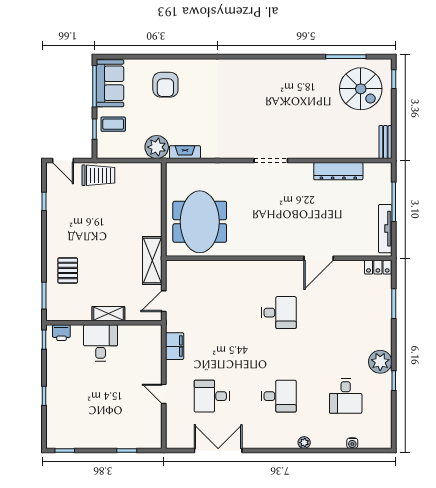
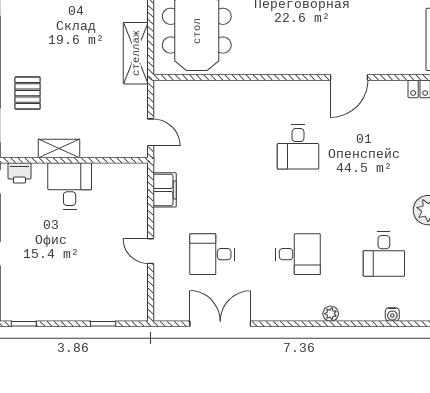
shelving: (152, 260) -> (136, 53), moved
door: (164, 301) -> (151, 132), swing flipped
desk: (279, 313) -> (298, 147), turned 90
shelving: (108, 314) -> (59, 148), moved

